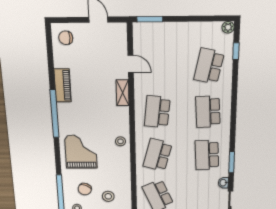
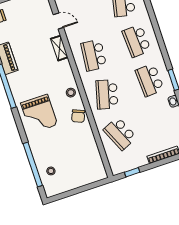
grand piano: (81, 152) -> (39, 114), turned 180
chair: (85, 189) -> (78, 116), moved
stool: (108, 196) -> (76, 149), removed

